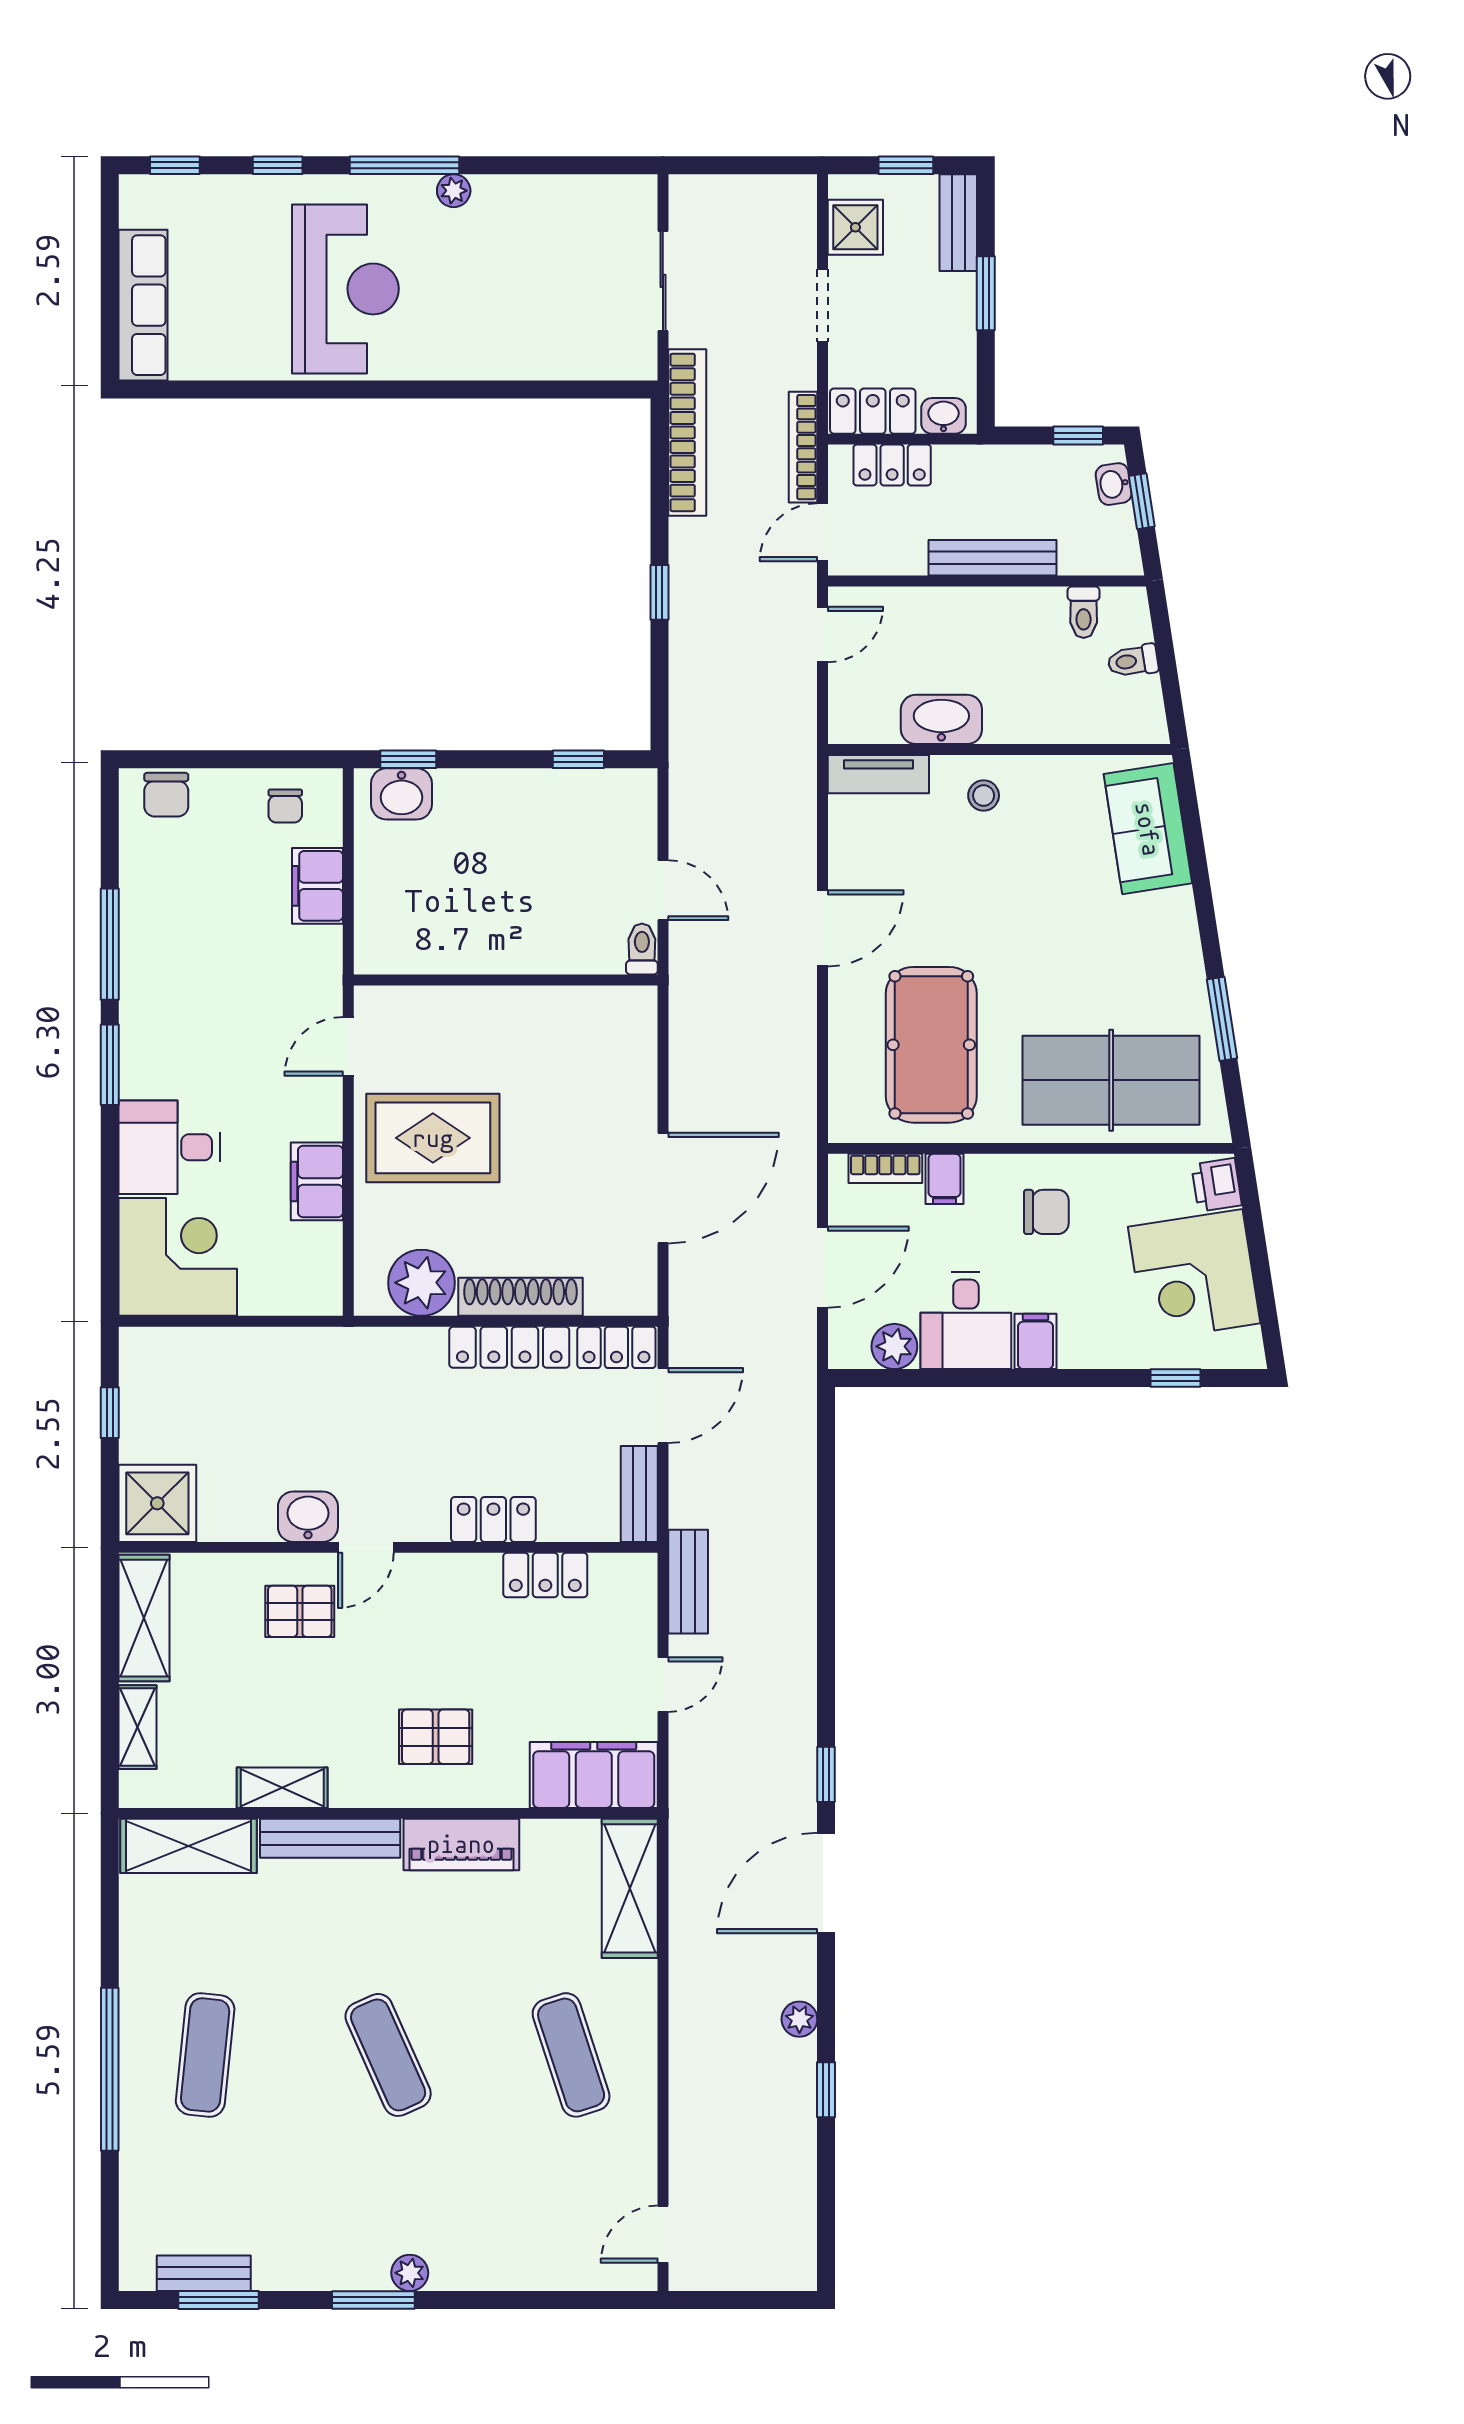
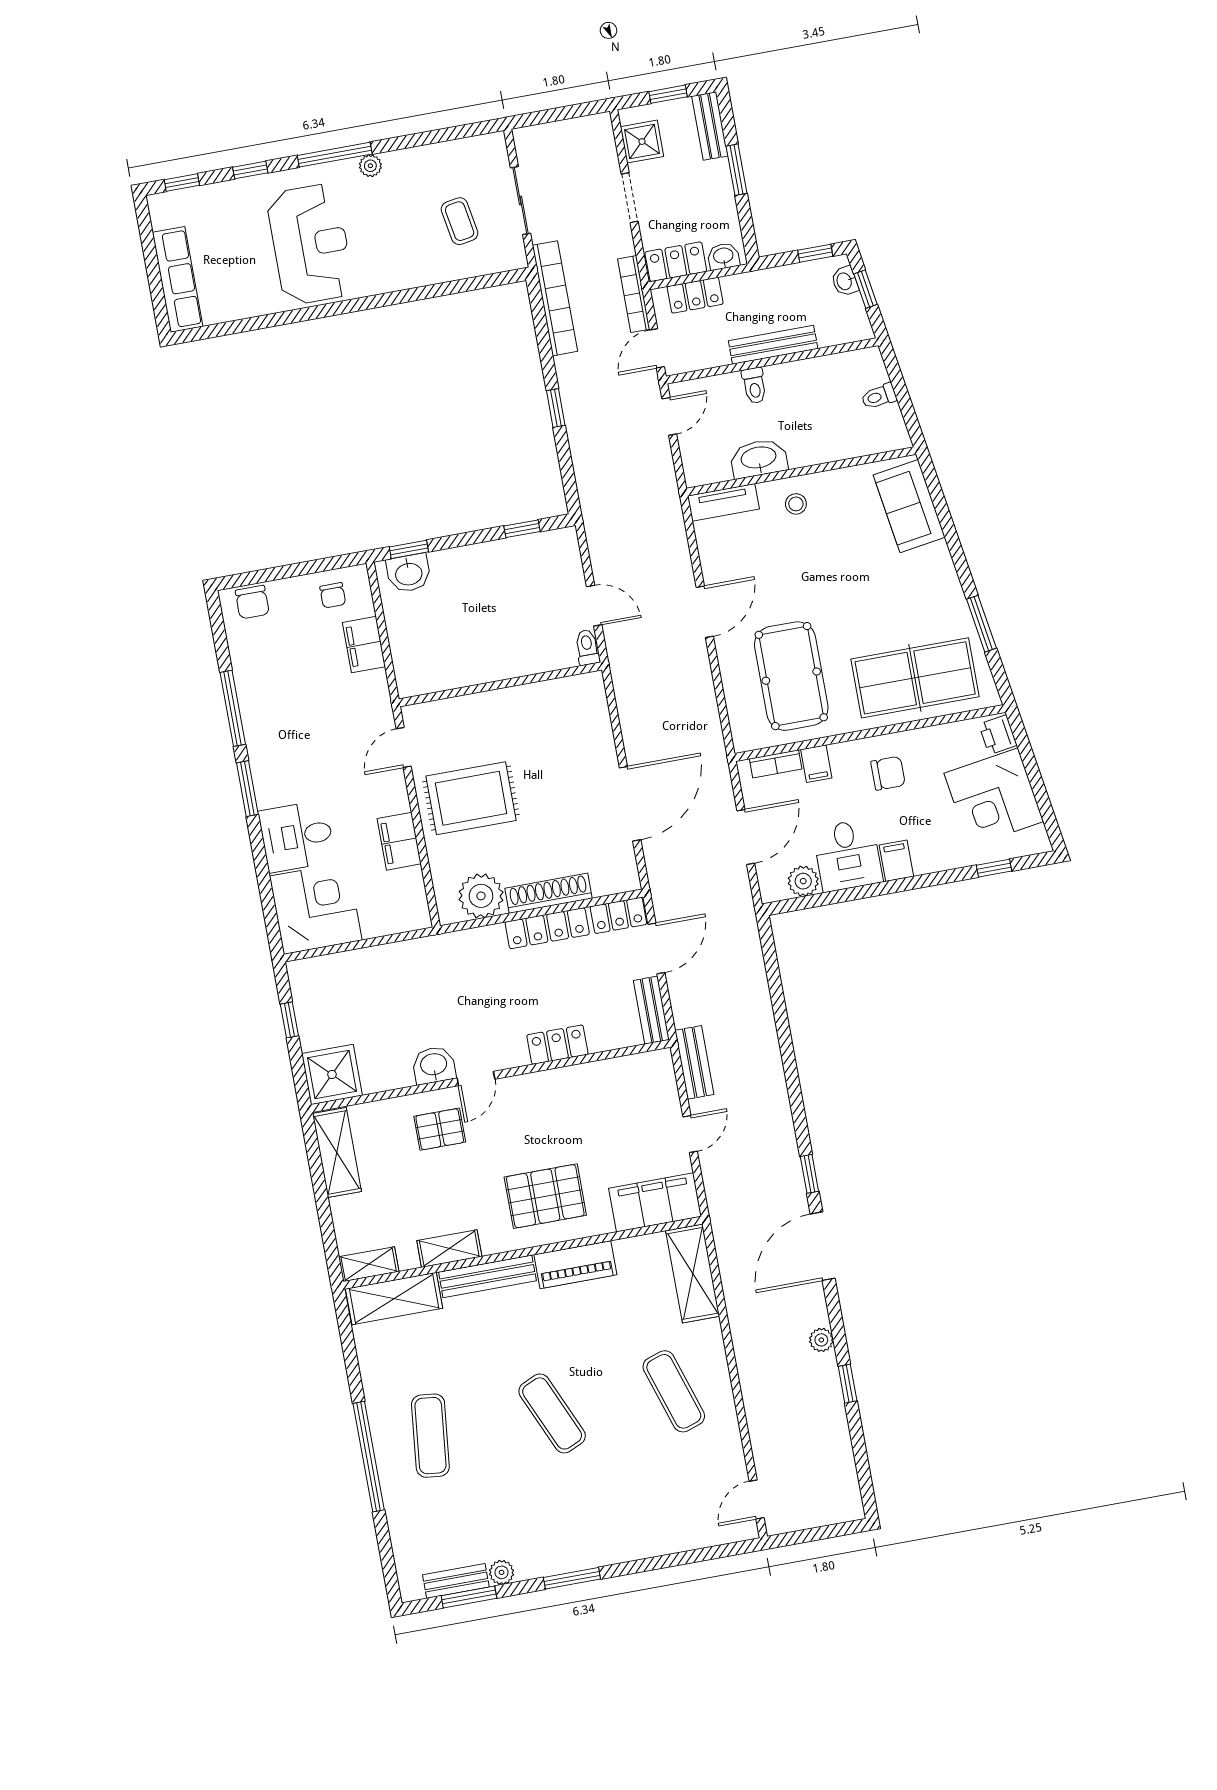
coffee table: (569, 295) -> (460, 221), added
toilet: (1084, 612) -> (754, 386), moved
locker: (545, 1575) -> (599, 1075), removed
shelving: (137, 1727) -> (369, 1264), moved, turned 90
pallet: (436, 1737) -> (545, 1196), width x1.50, depth x1.42
plant: (410, 2273) -> (502, 1572), moved

